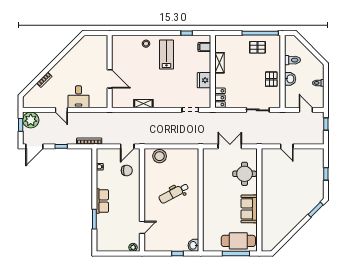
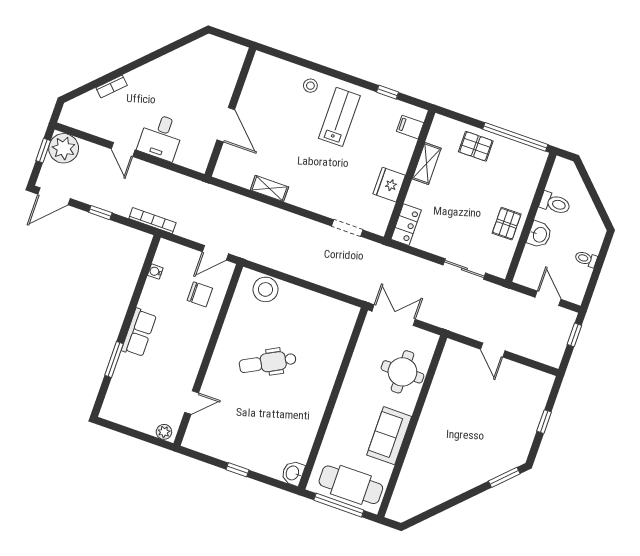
pallet: (257, 47) -> (476, 146), moved
wall: (201, 200) -> (333, 399), moved
washbasin: (193, 245) -> (293, 473), moved

